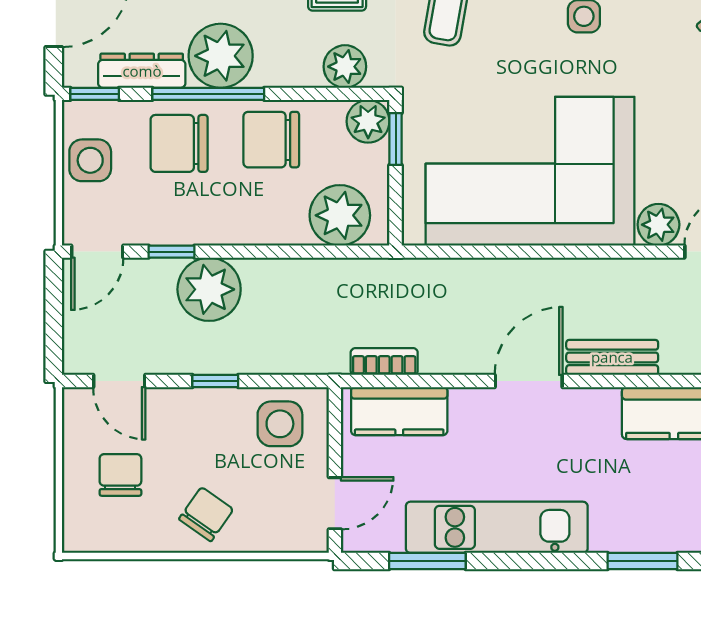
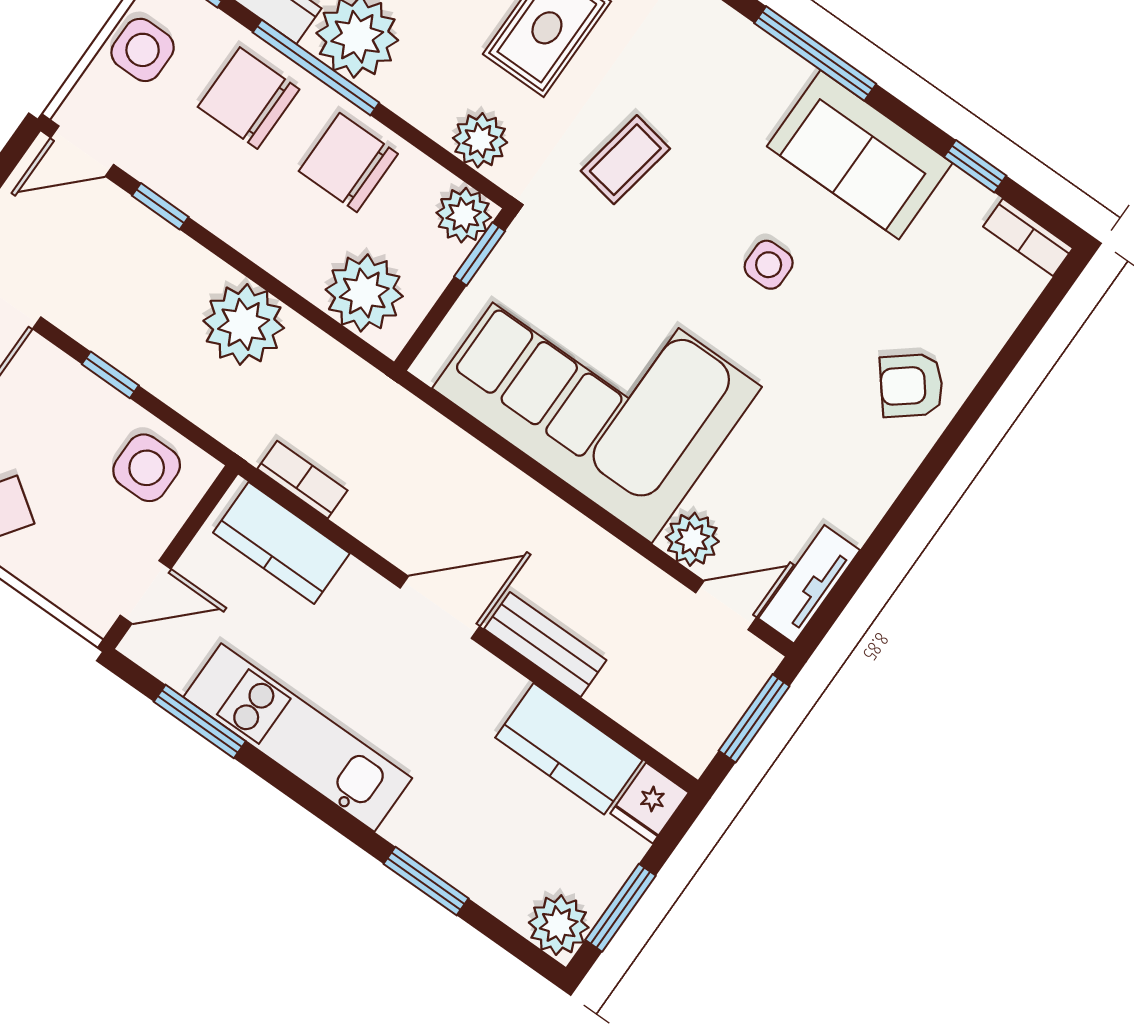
plant: (209, 289) -> (244, 324), moved

